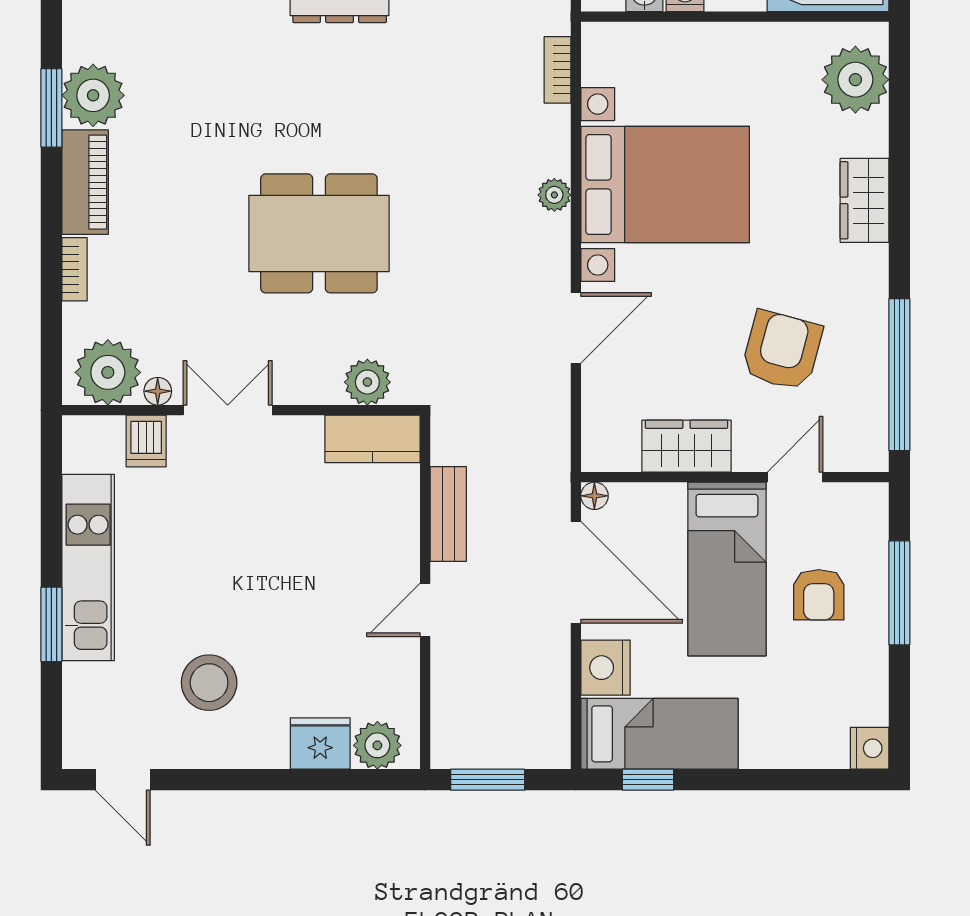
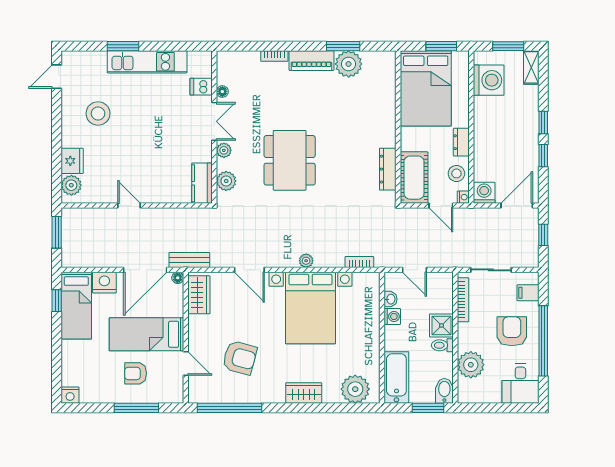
plant: (108, 372) -> (224, 150), moved, width x0.53, depth x0.53
wardrobe: (686, 446) -> (199, 295), moved
bench: (448, 514) -> (189, 260), moved

